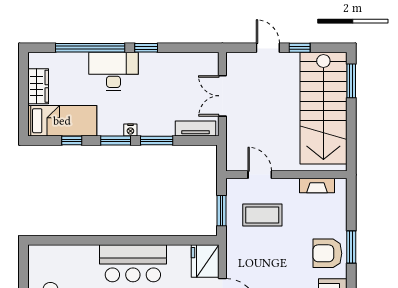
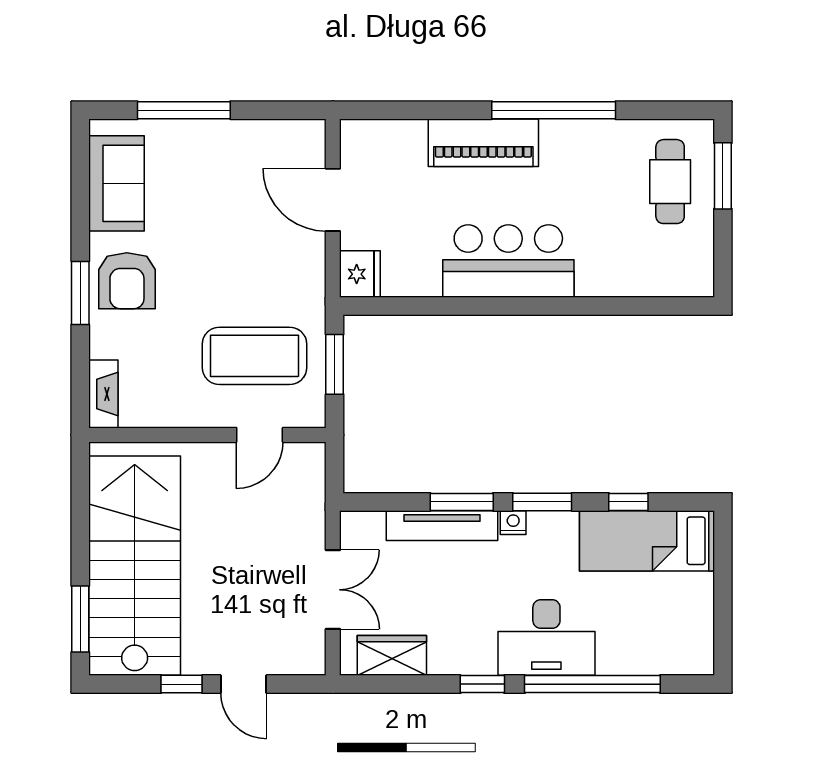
wardrobe: (38, 86) -> (392, 655), moved, turned 90
tv unit: (195, 128) -> (442, 526), moved, width x1.41
door: (260, 175) -> (260, 435), hinge flipped
fireplace: (317, 186) -> (103, 394), moved, turned 90
coffee table: (262, 215) -> (255, 356), width x1.36, depth x1.32
armchair: (327, 253) -> (127, 281), turned 90
fridge: (205, 261) -> (360, 274), width x0.73, depth x0.75

